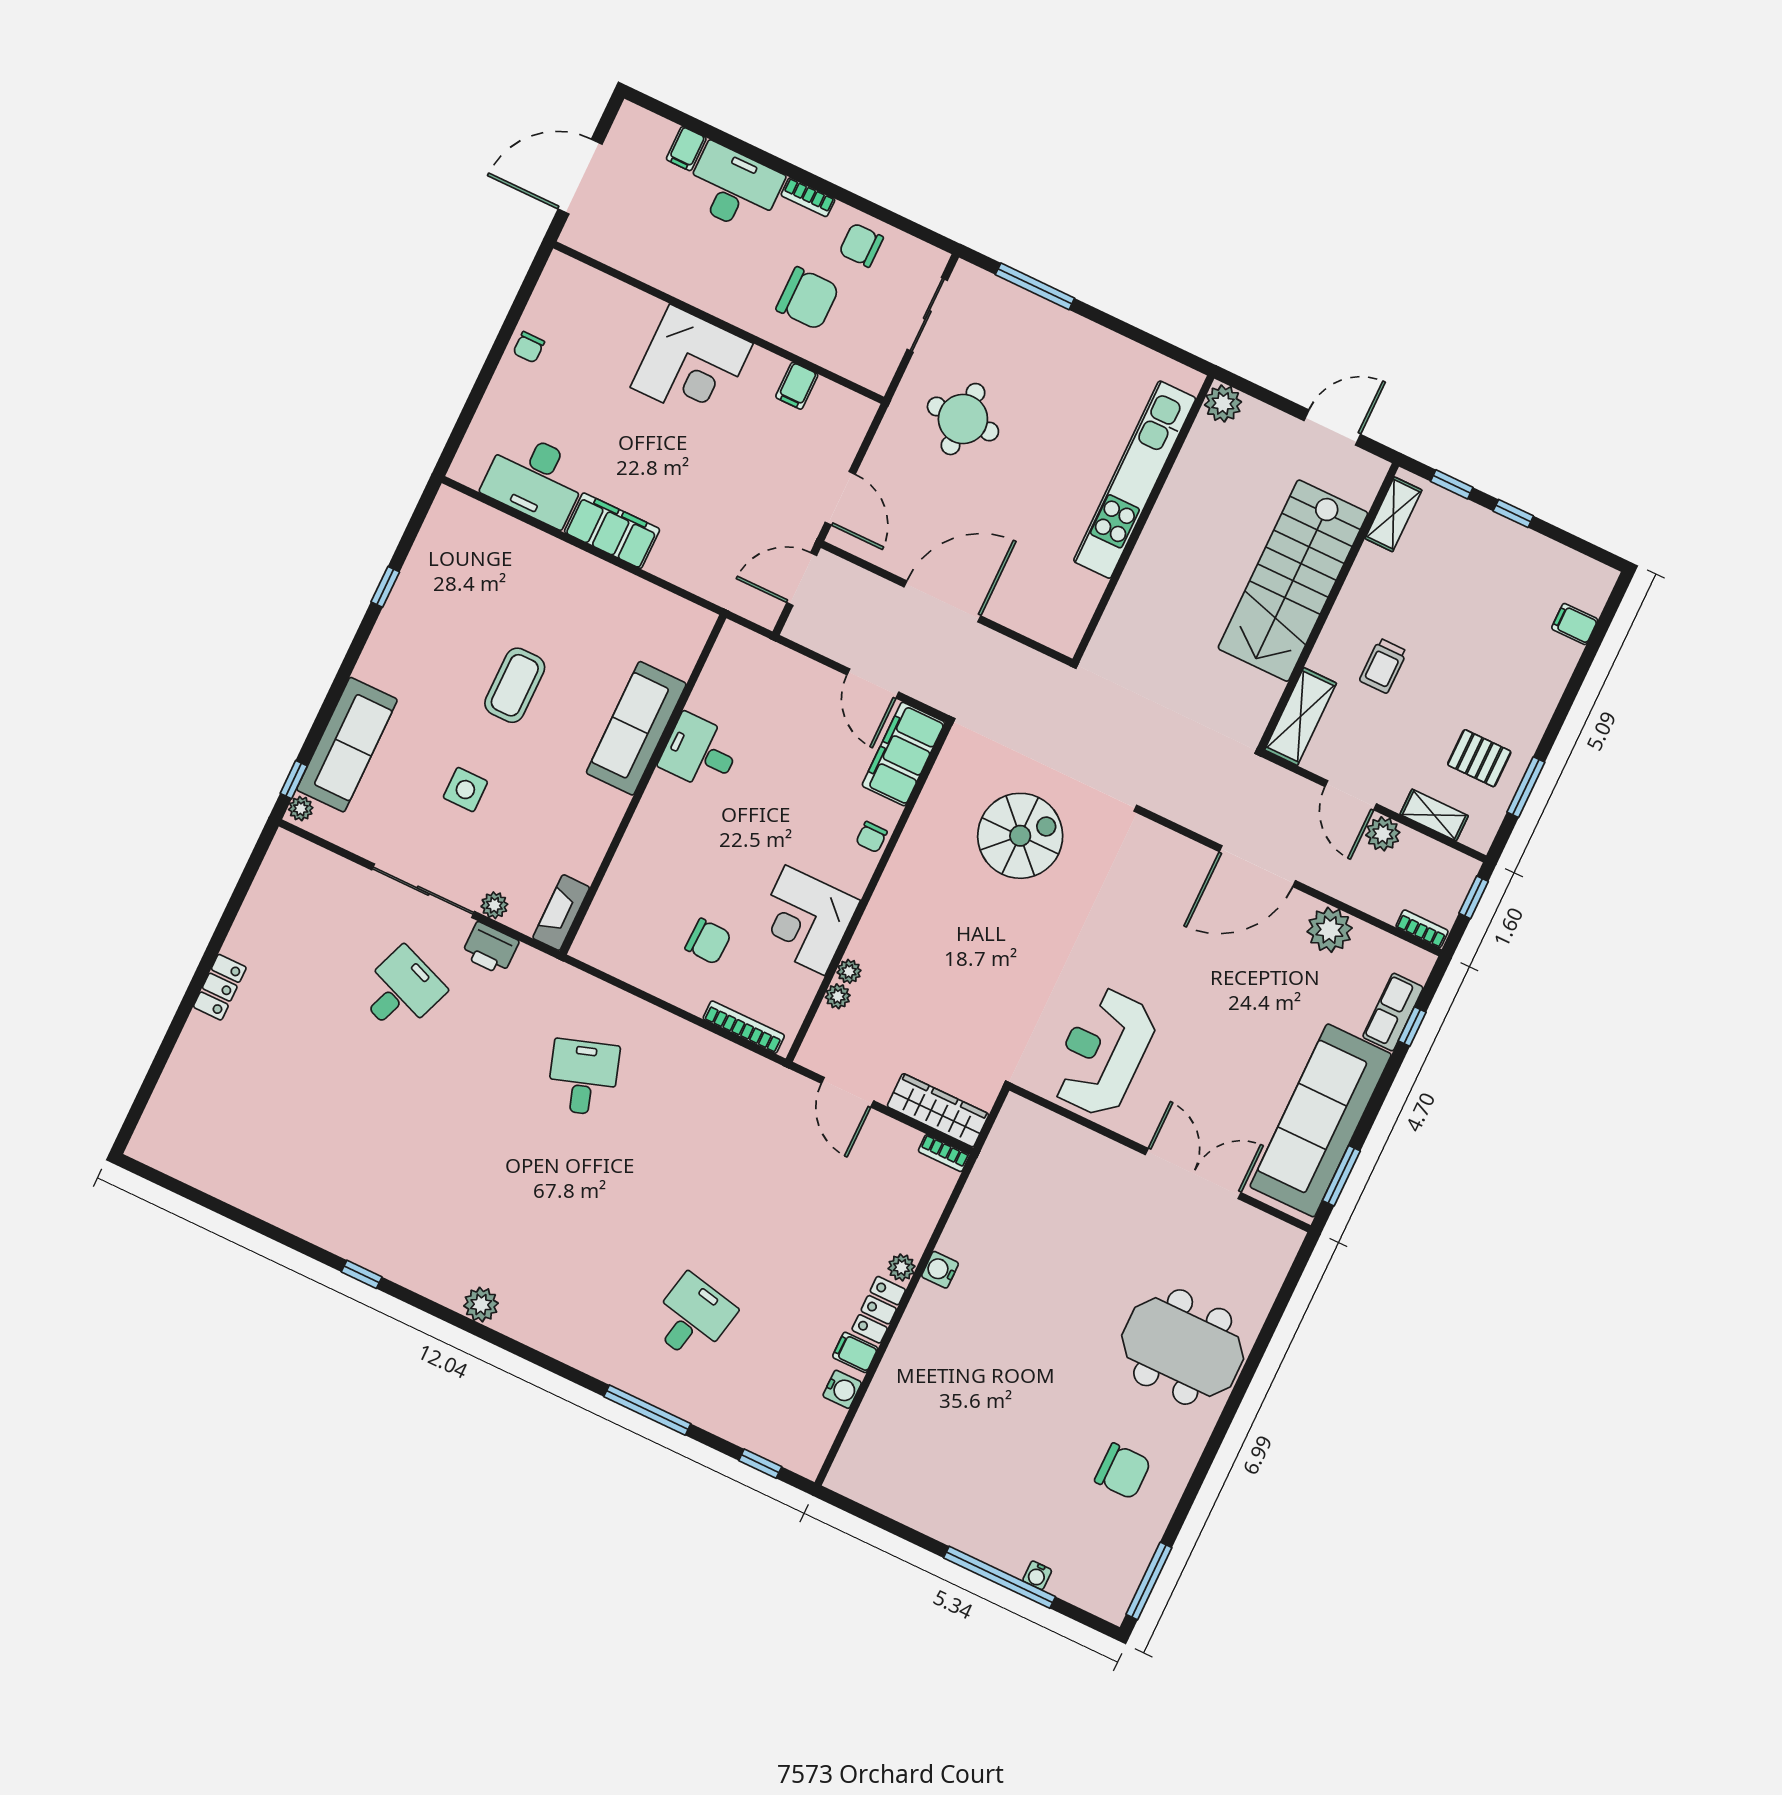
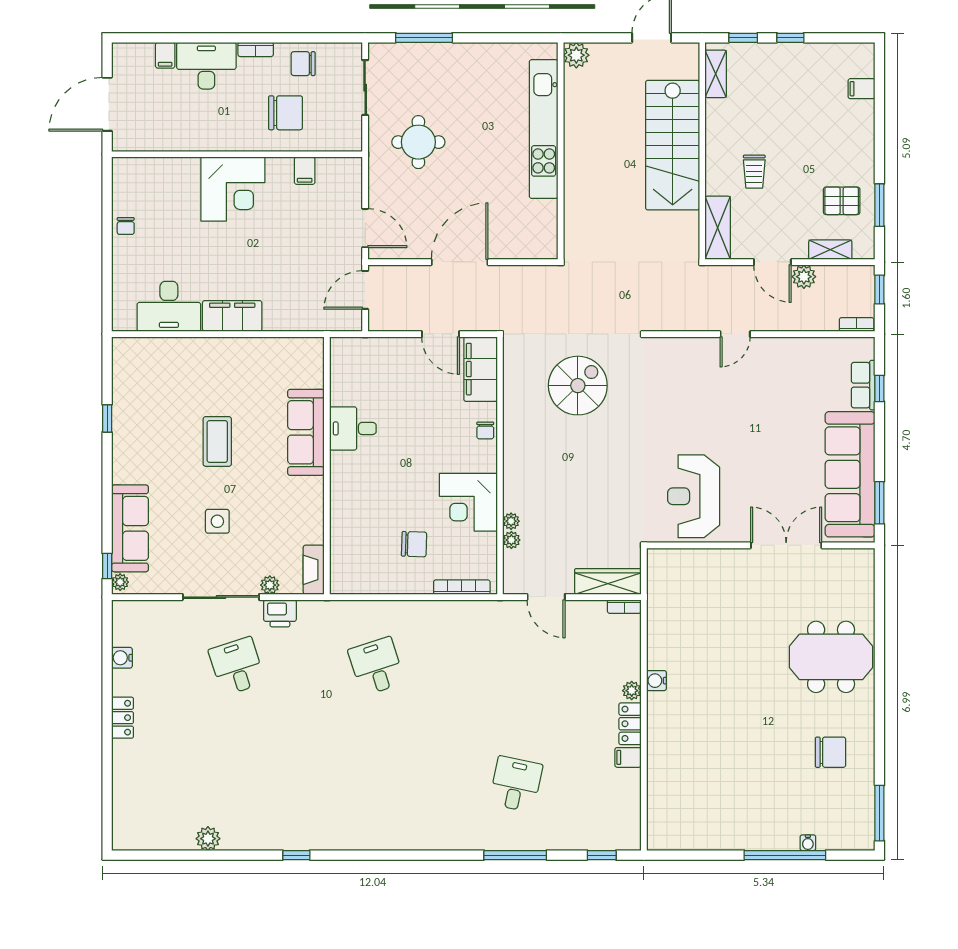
door: (1257, 866) -> (735, 334), width x0.53
plant: (1330, 930) -> (799, 352), removed
desk: (401, 991) -> (237, 666), turned -39
plant: (481, 1305) -> (208, 839), moved
water cooler: (842, 1389) -> (122, 658), moved, turned 180

